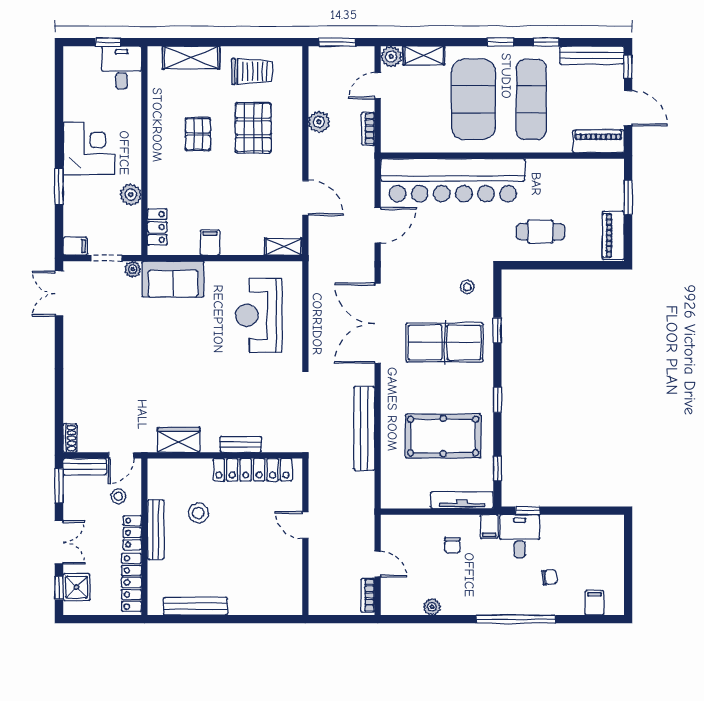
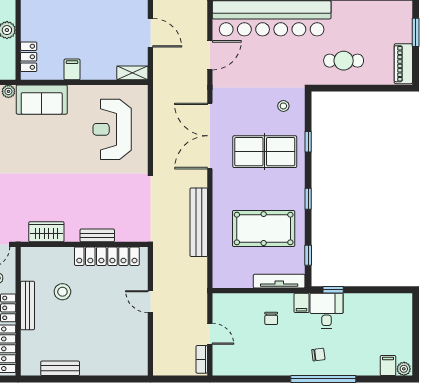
chair: (549, 577) -> (318, 355), moved
bench: (195, 606) -> (60, 368), width x0.73
plant: (432, 607) -> (404, 369), moved

